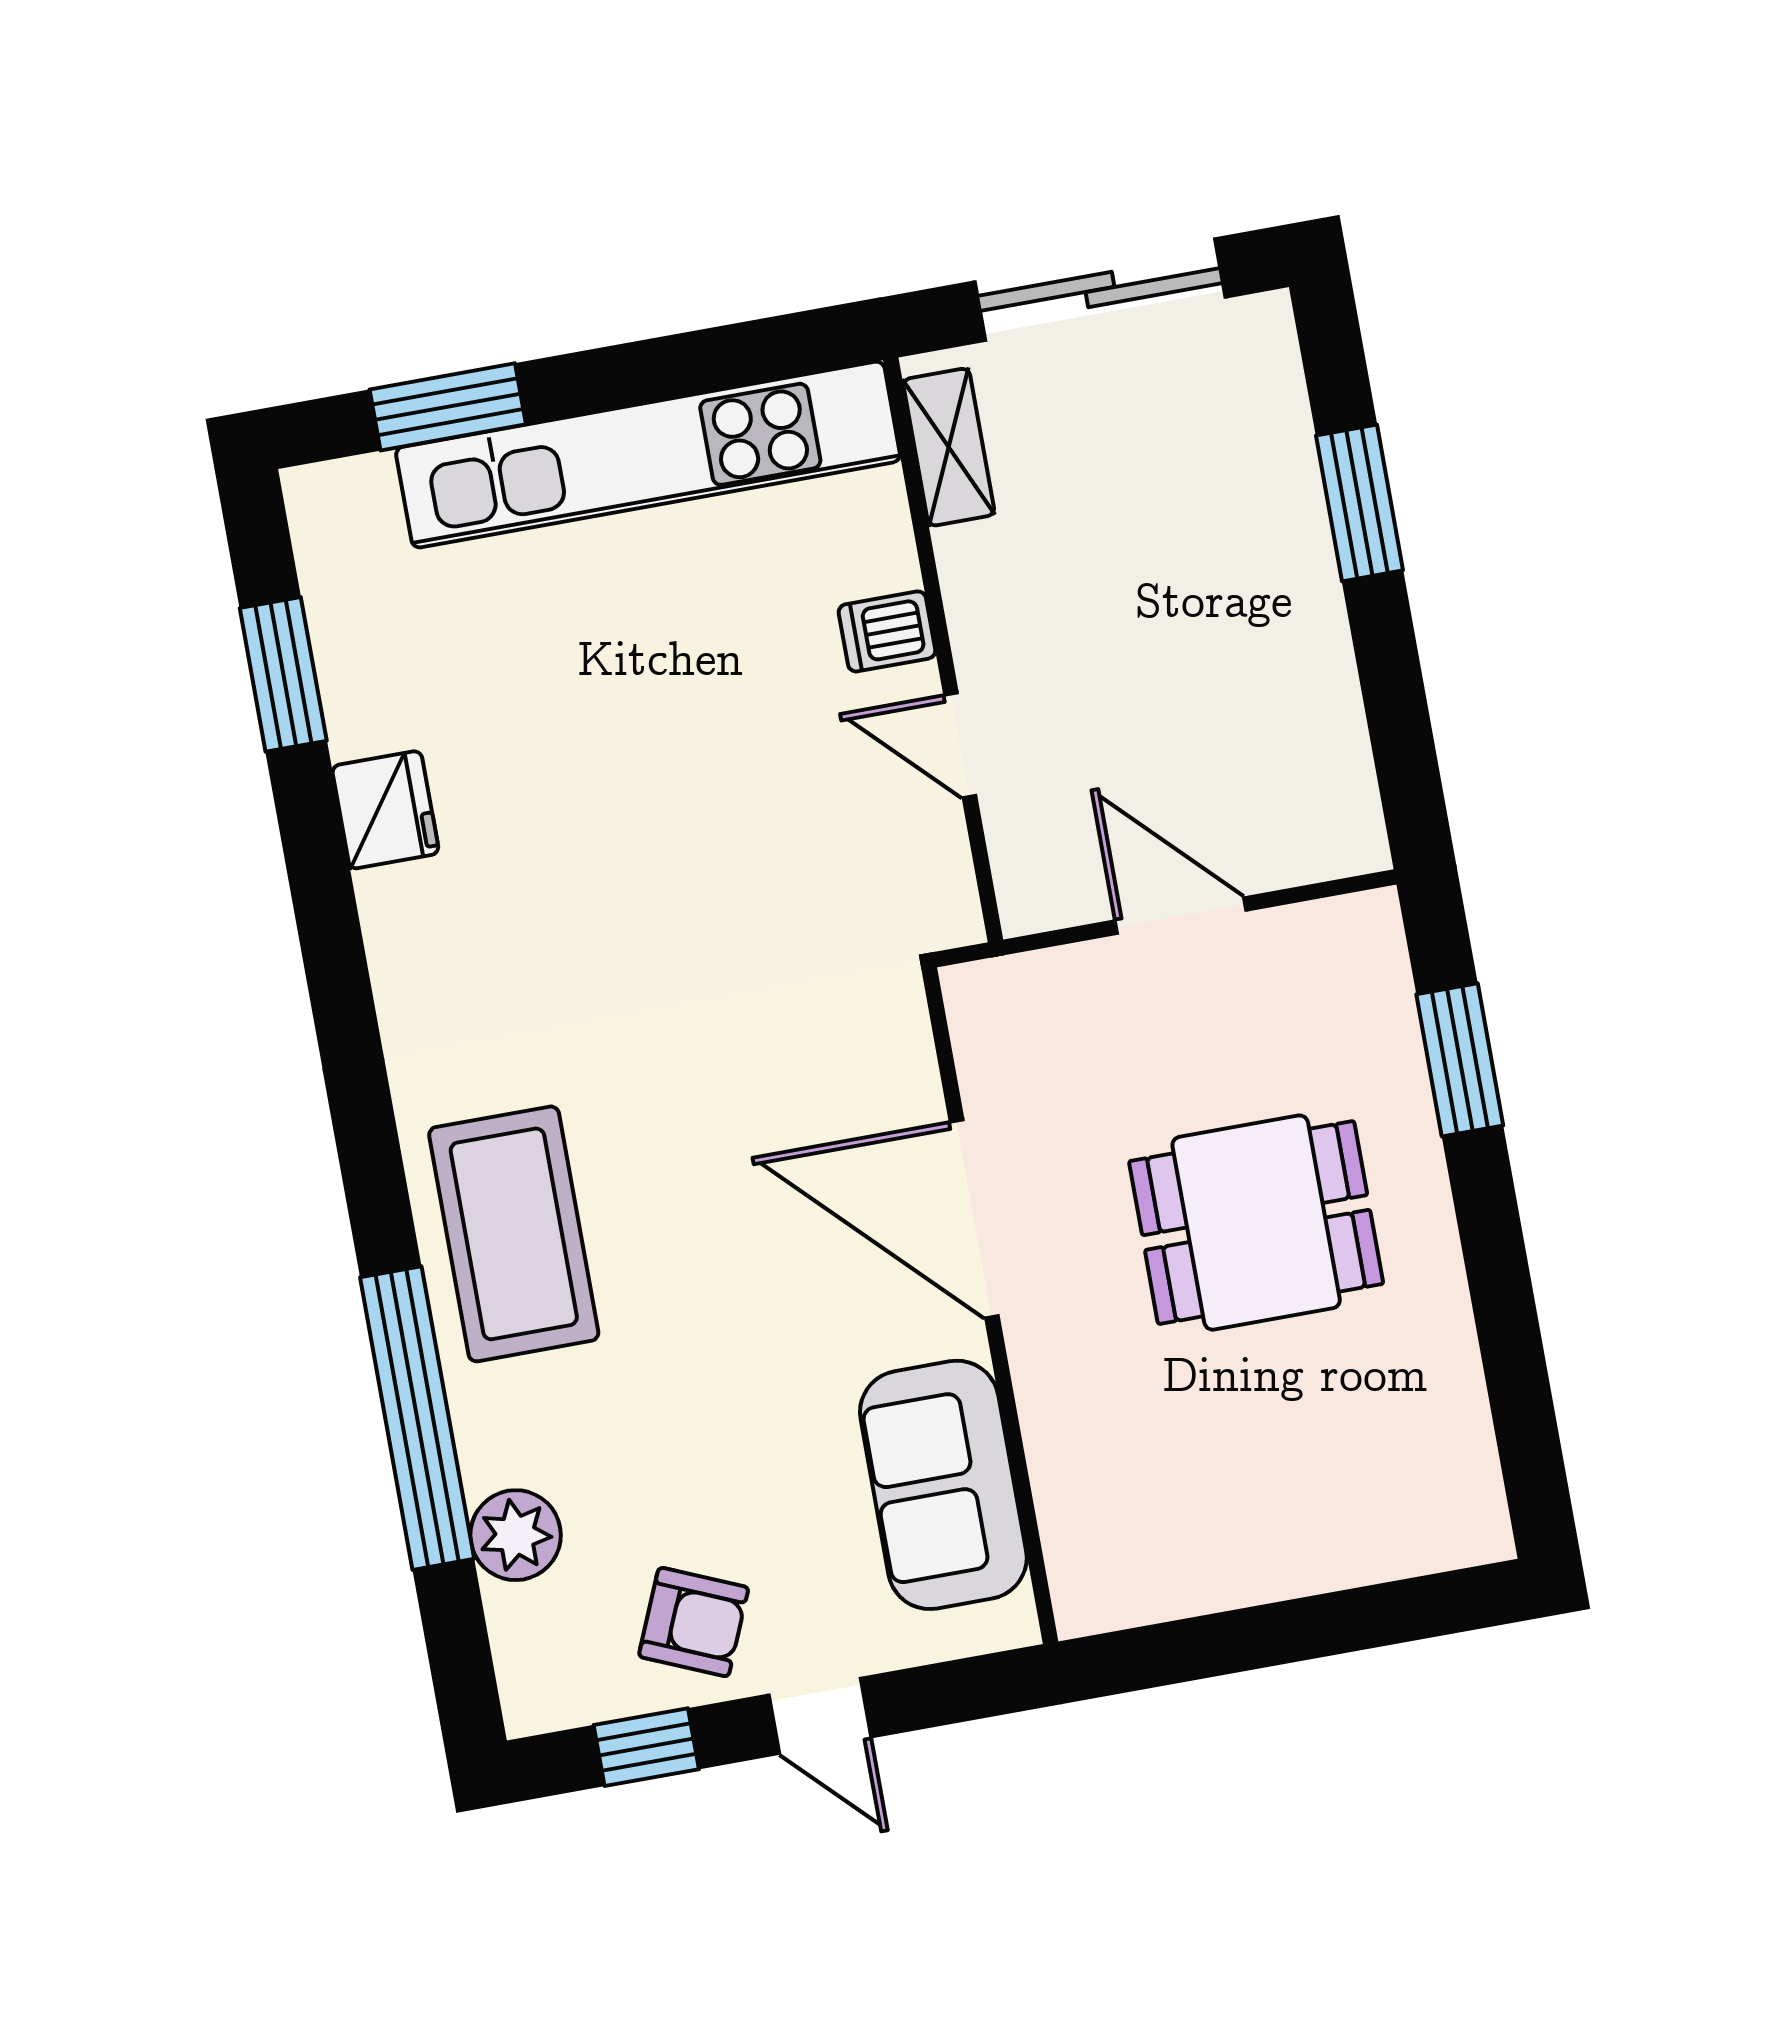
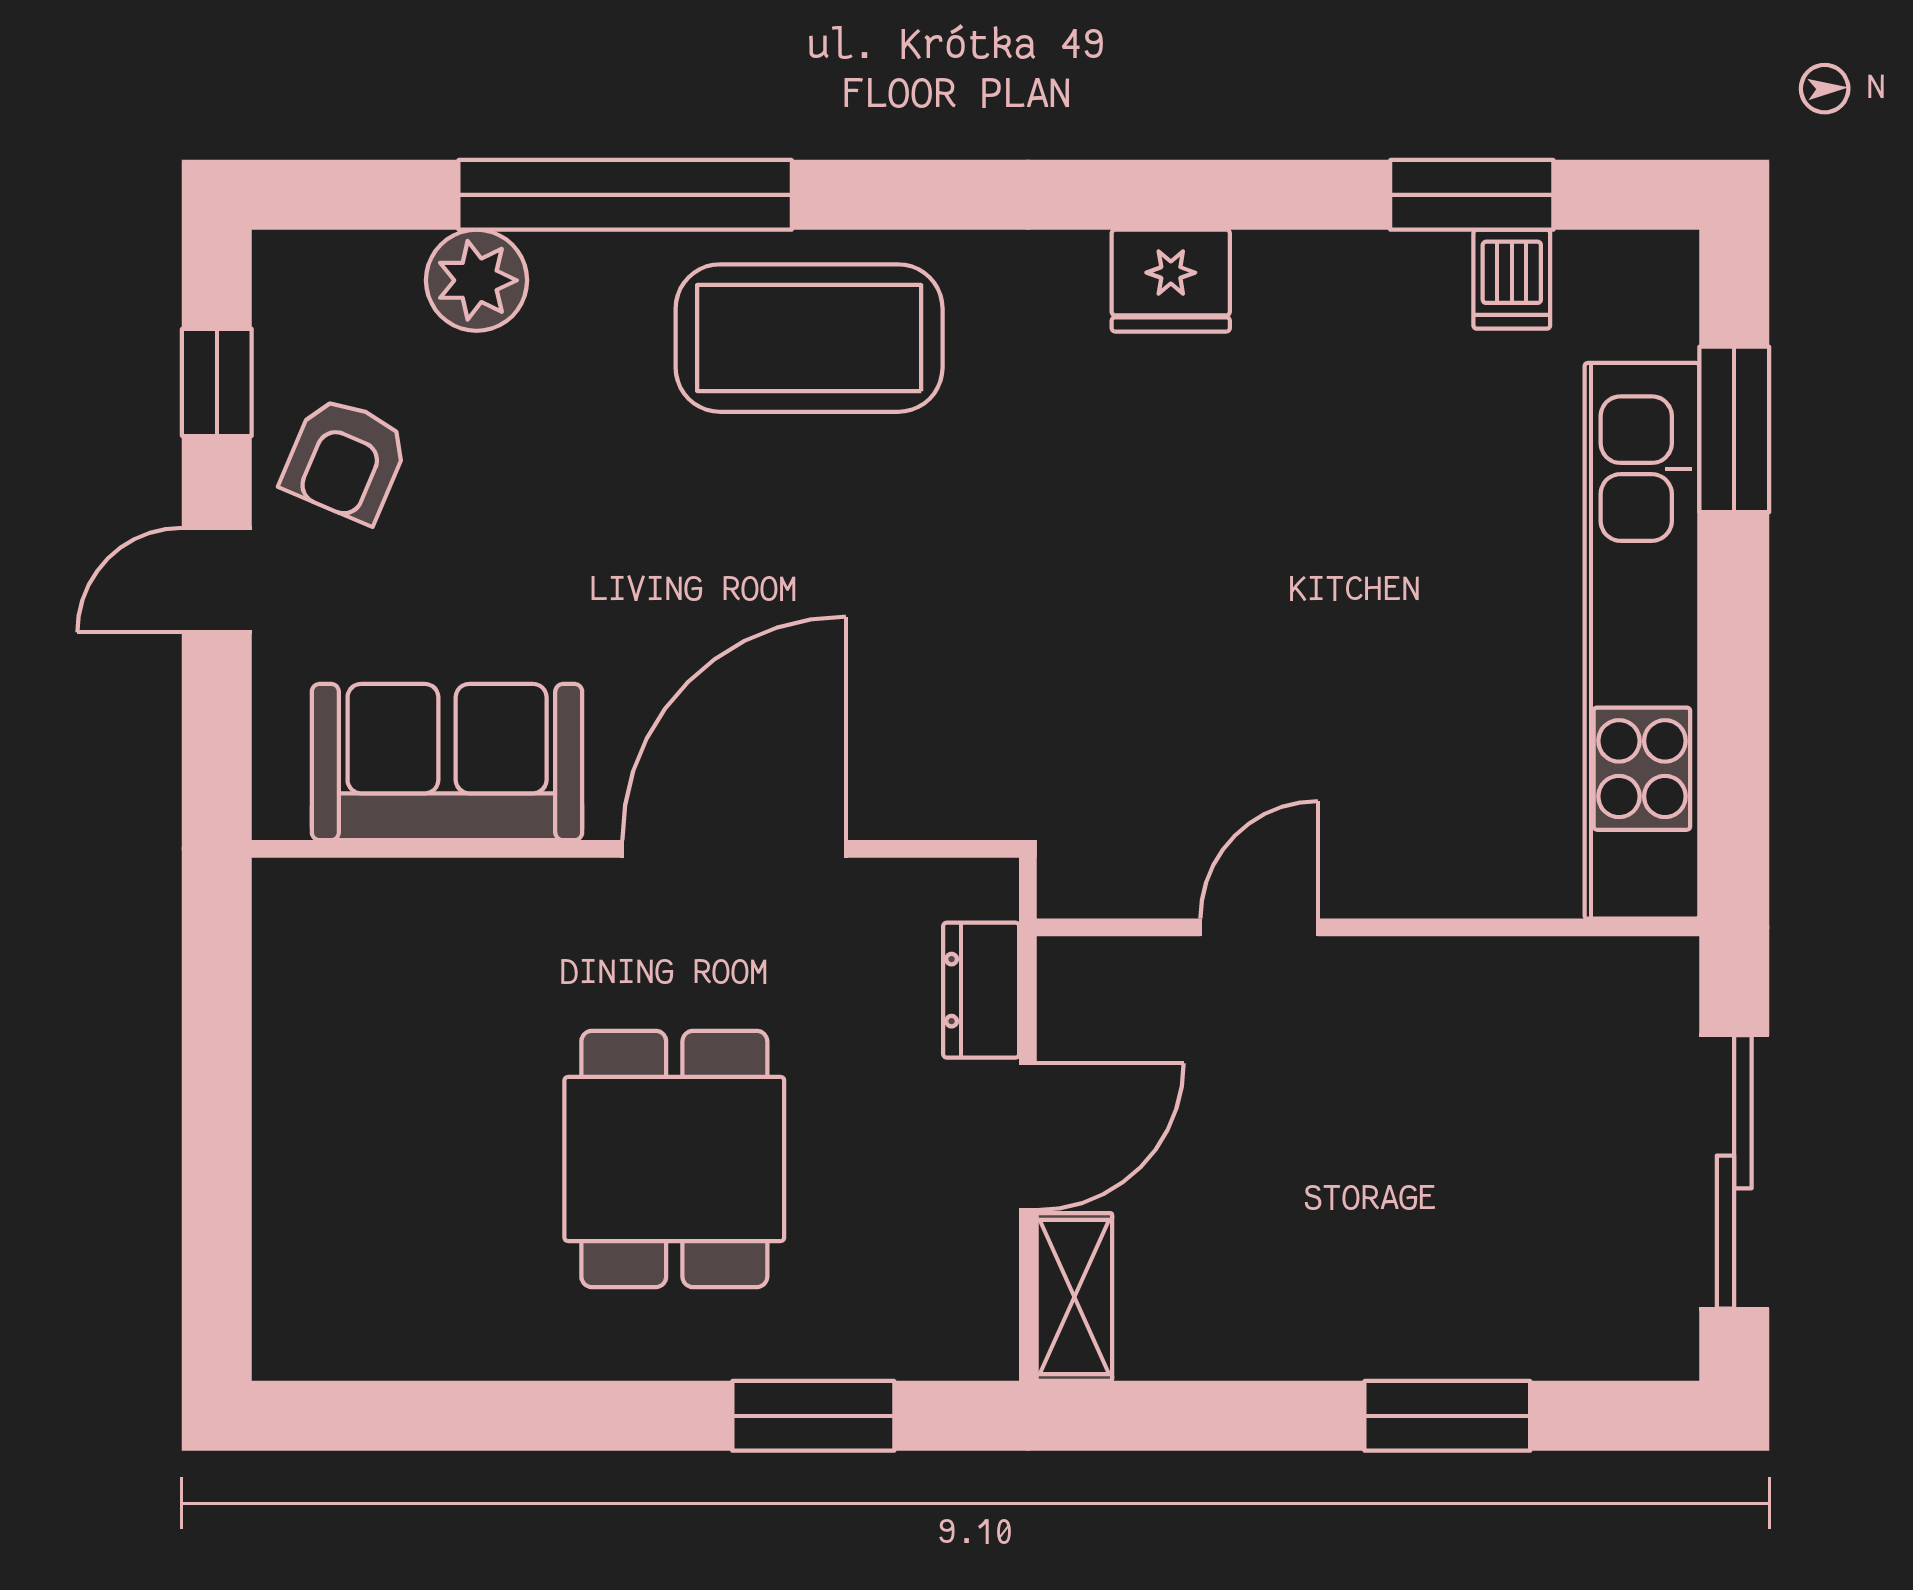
shelving: (949, 447) -> (1074, 1297), moved, turned 90
dishwasher: (887, 631) -> (1512, 279), moved, turned 180
fridge: (385, 810) -> (1171, 281), moved
dresser: (1059, 980) -> (981, 990), added

